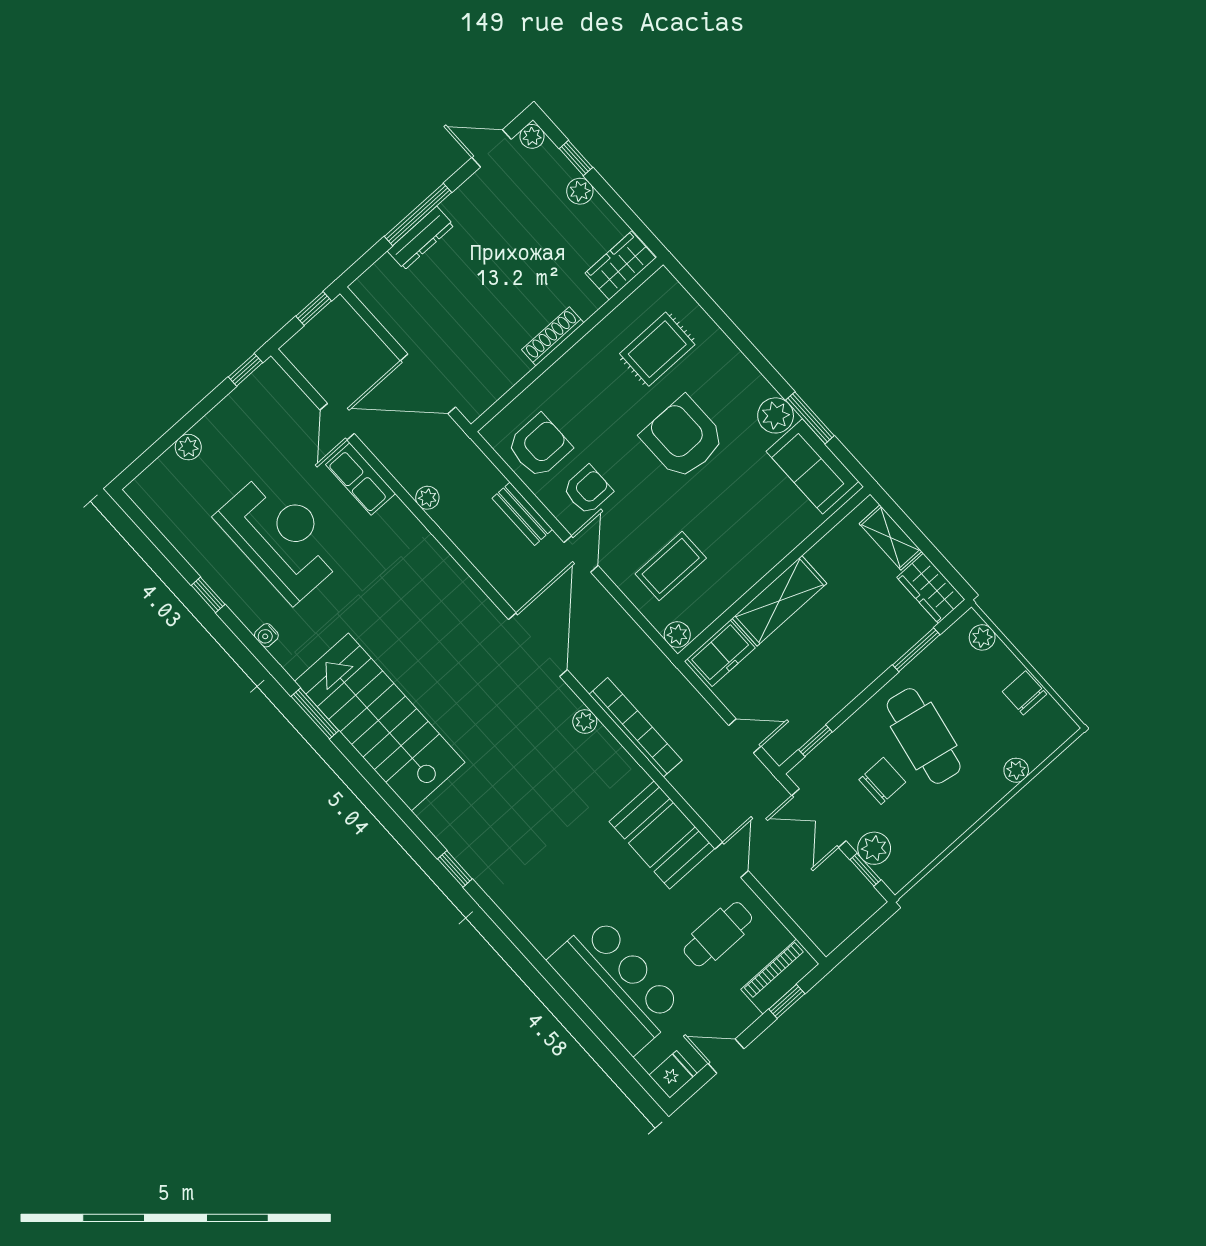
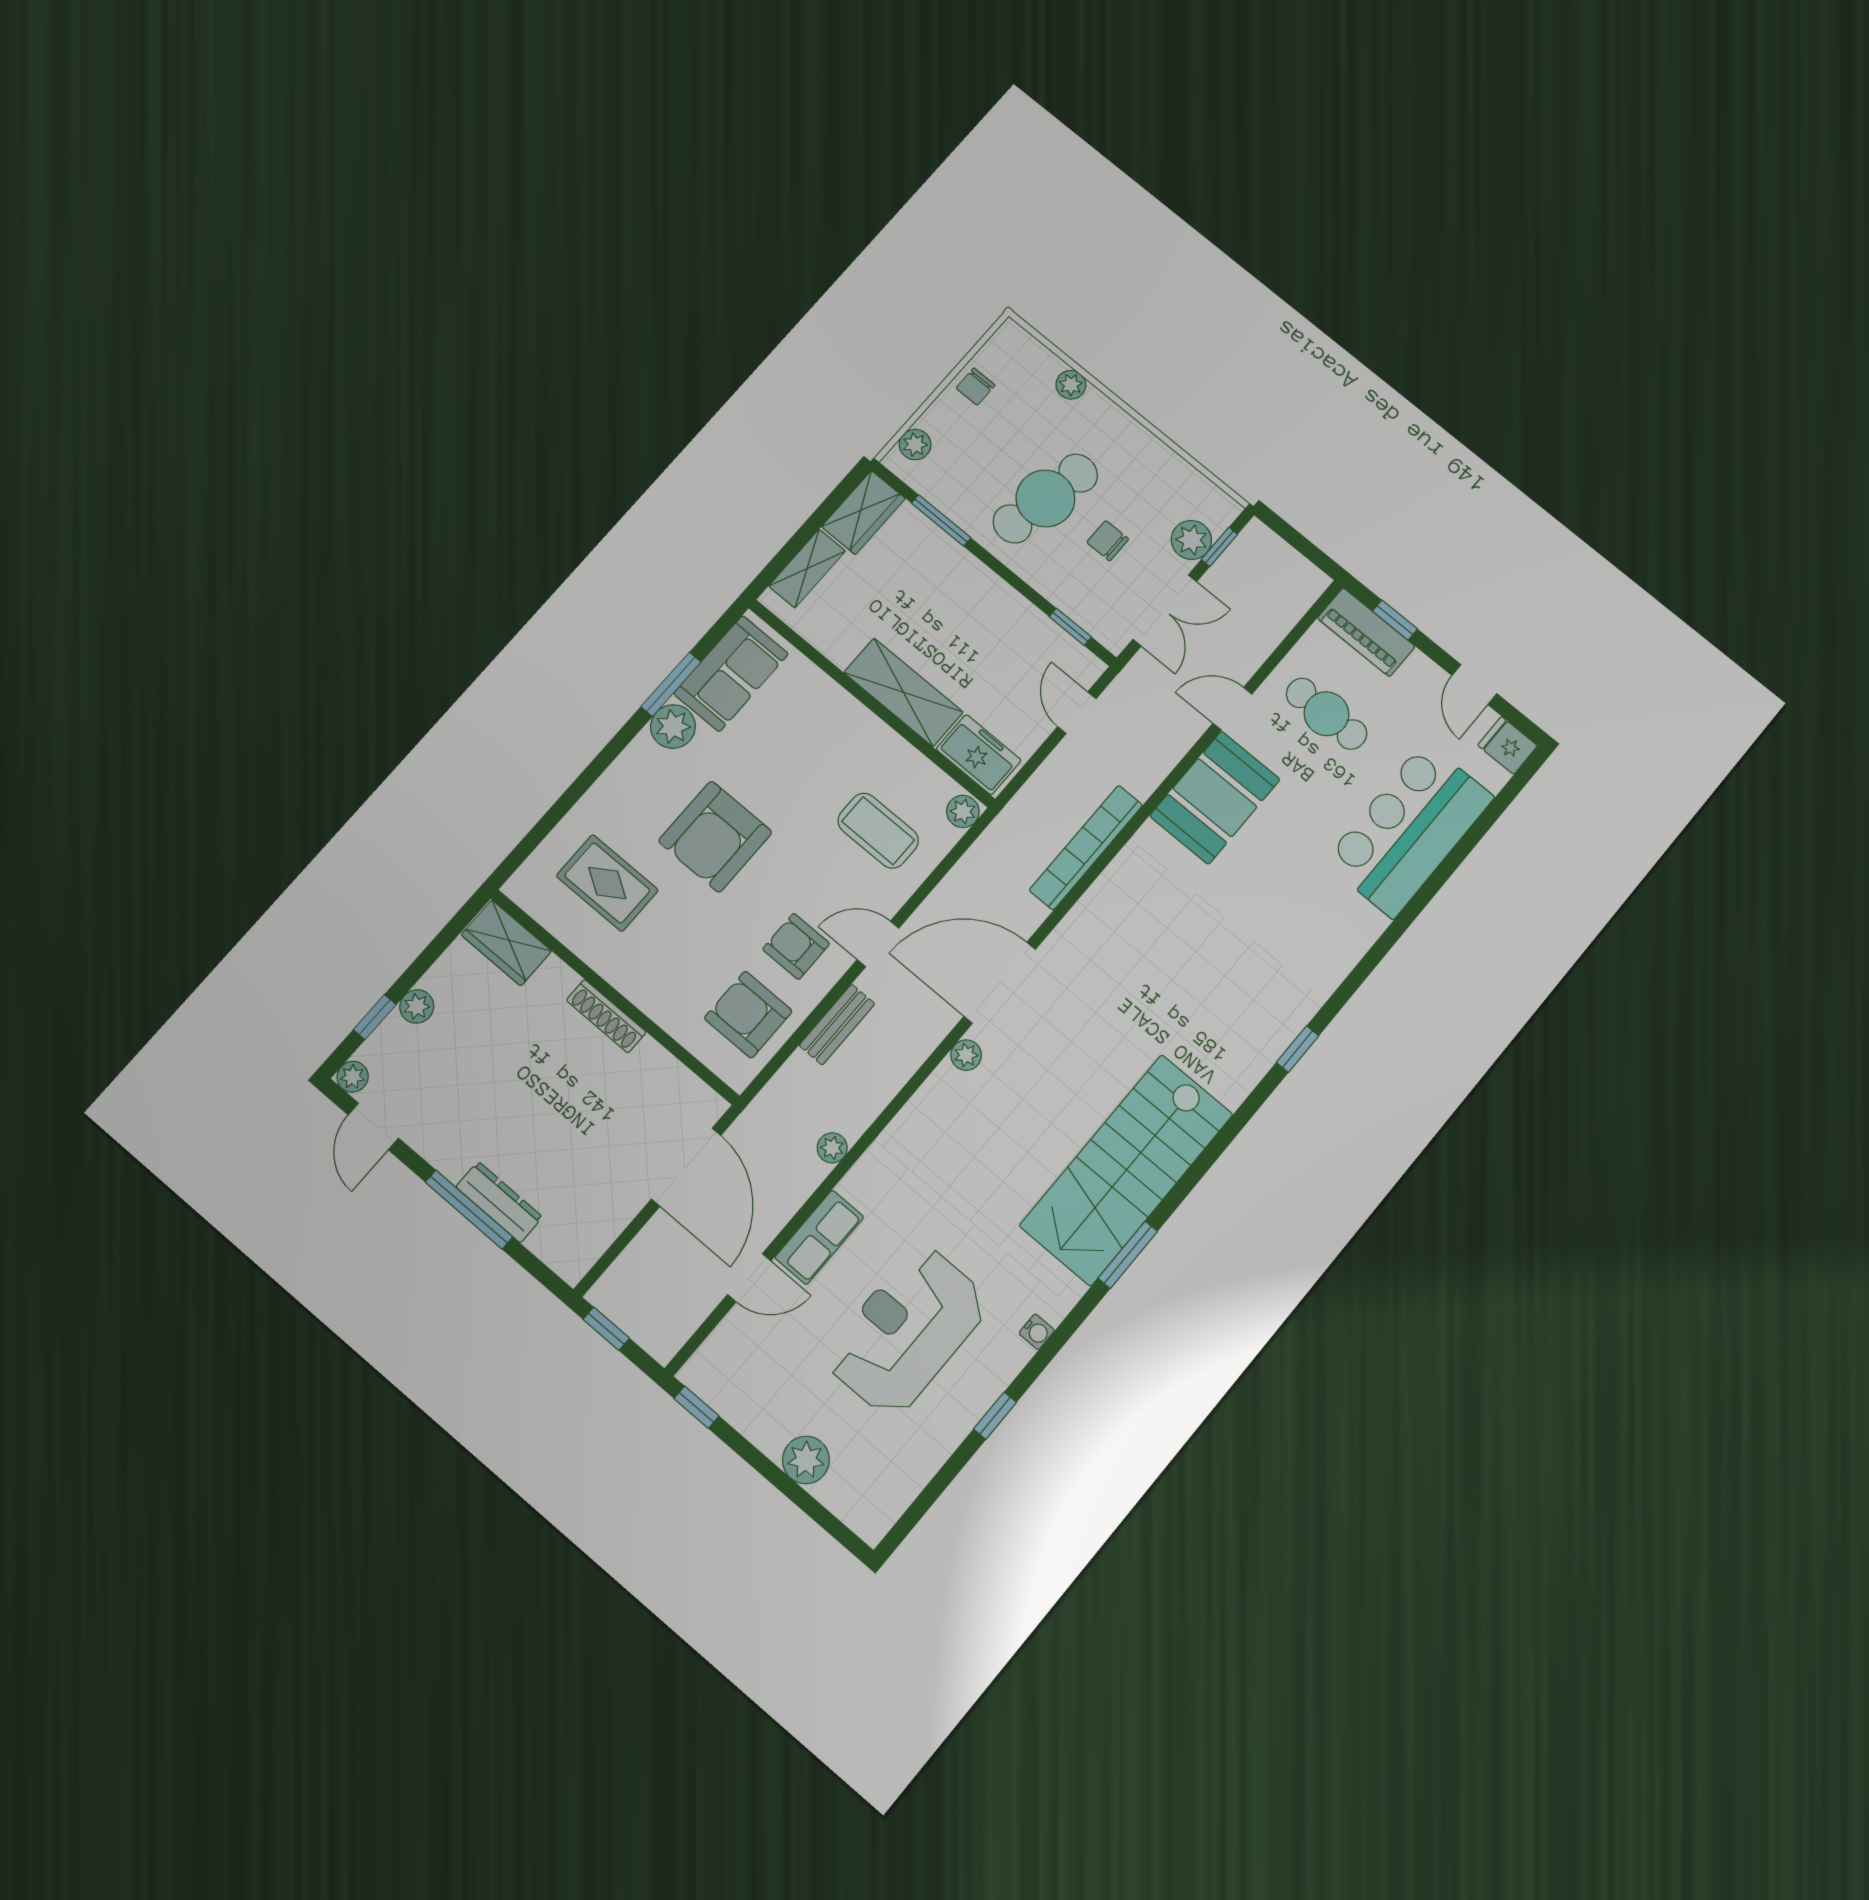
plant: (188, 447) -> (806, 1460), width x1.38, depth x1.38
chair: (1025, 693) -> (976, 387), width x0.73, depth x0.73
plant: (585, 722) -> (966, 1055), moved
chair: (882, 781) -> (1108, 541), width x0.73, depth x0.73

